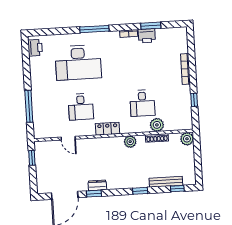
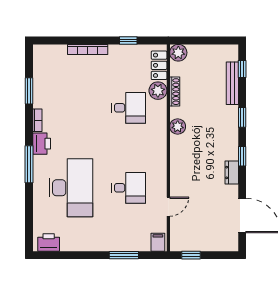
printer: (147, 36) -> (42, 144), moved
window: (29, 106) -> (124, 255), width x0.69
locker: (107, 129) -> (159, 65), moved
filing cabinet: (40, 132) -> (158, 242), added
window: (94, 194) -> (242, 156), moved

